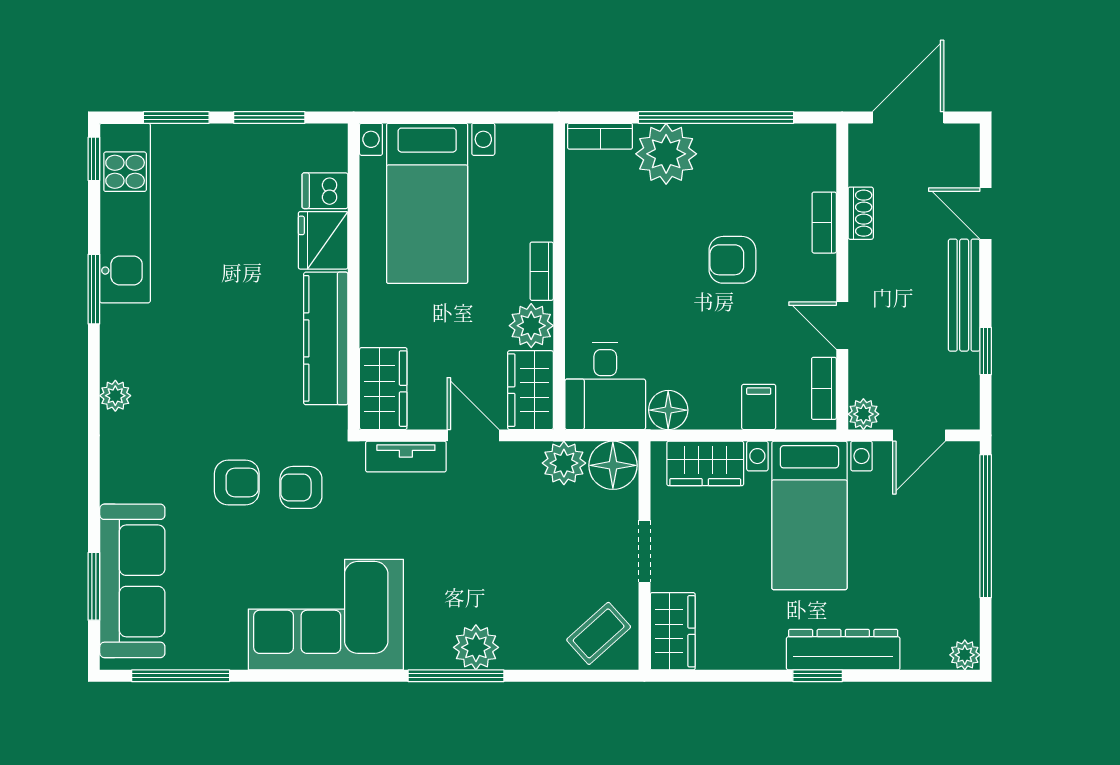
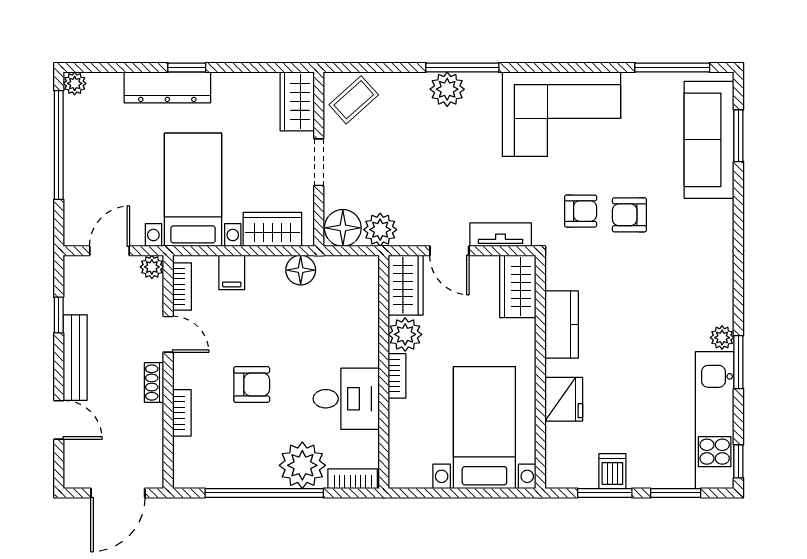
dishwasher: (325, 191) -> (612, 471), moved, turned -90
shoe rack: (861, 213) -> (154, 383), moved
kitchen counter: (326, 338) -> (562, 325), width x0.67
desk: (605, 386) -> (346, 399), moved, turned 90
plant: (115, 396) -> (722, 338), moved
window: (986, 526) -> (59, 145), moved

